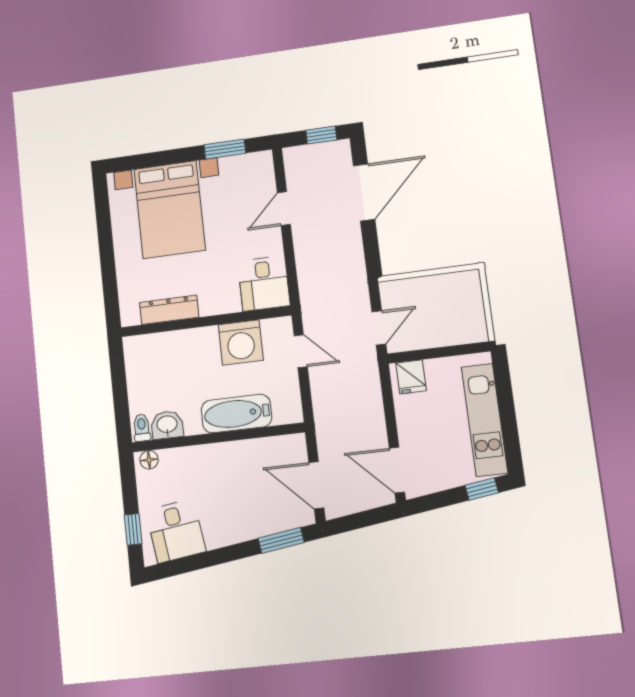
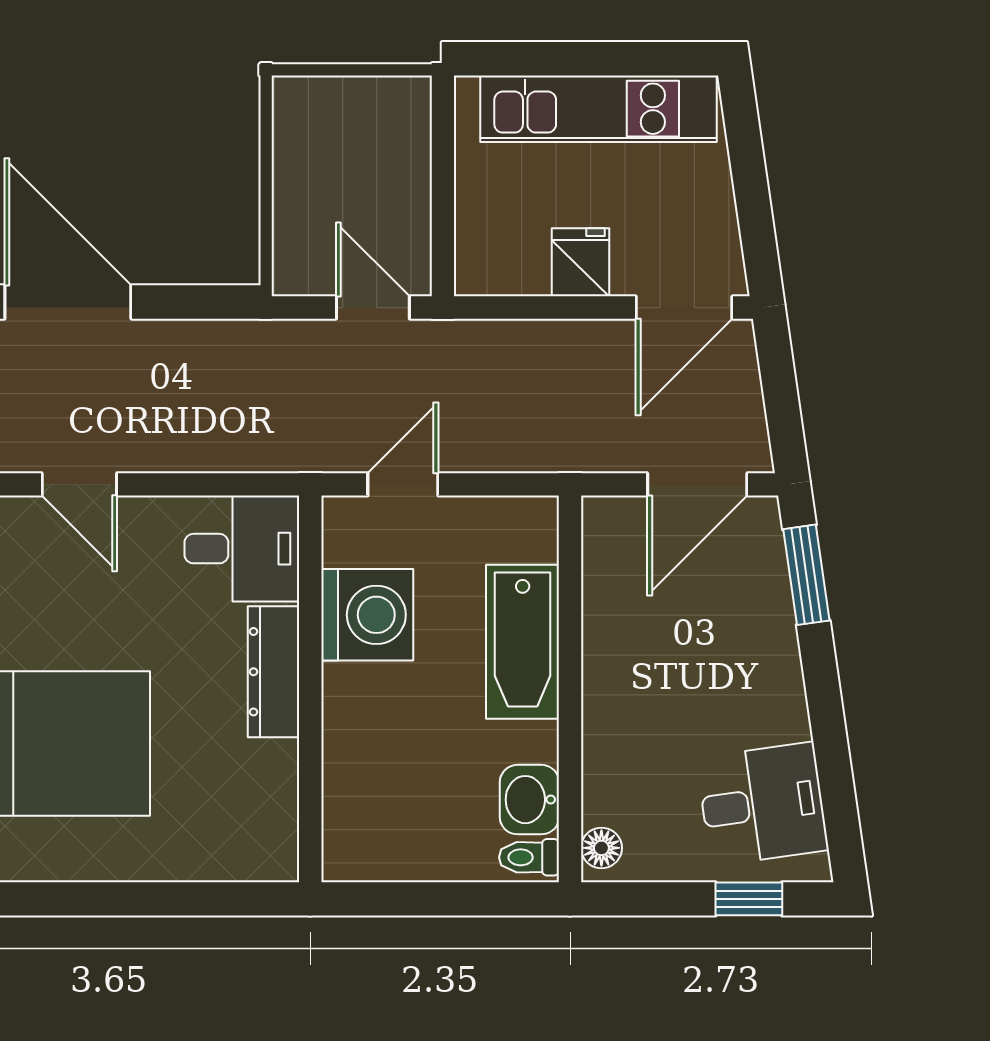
dresser: (169, 310) -> (274, 672), moved
fridge: (411, 377) -> (581, 262), moved, turned -90
window: (482, 489) -> (743, 134), removed

